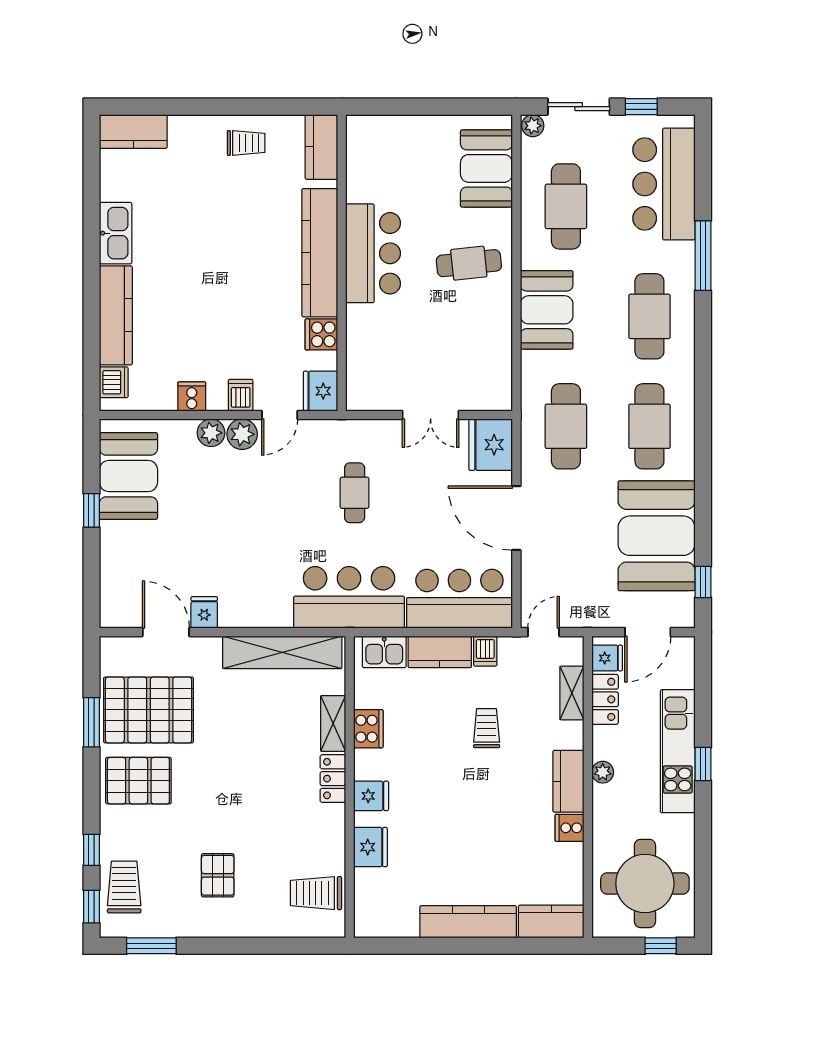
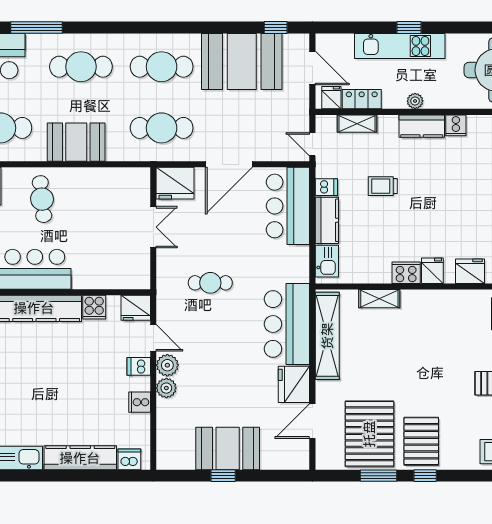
booth: (128, 476) -> (228, 449), moved
bar counter: (349, 597) -> (287, 324), moved
fridge: (204, 612) -> (294, 384), width x1.88, depth x1.34
cooker: (368, 729) -> (406, 273), moved
locker: (333, 779) -> (420, 299), removed
window: (91, 850) -> (425, 476), moved

